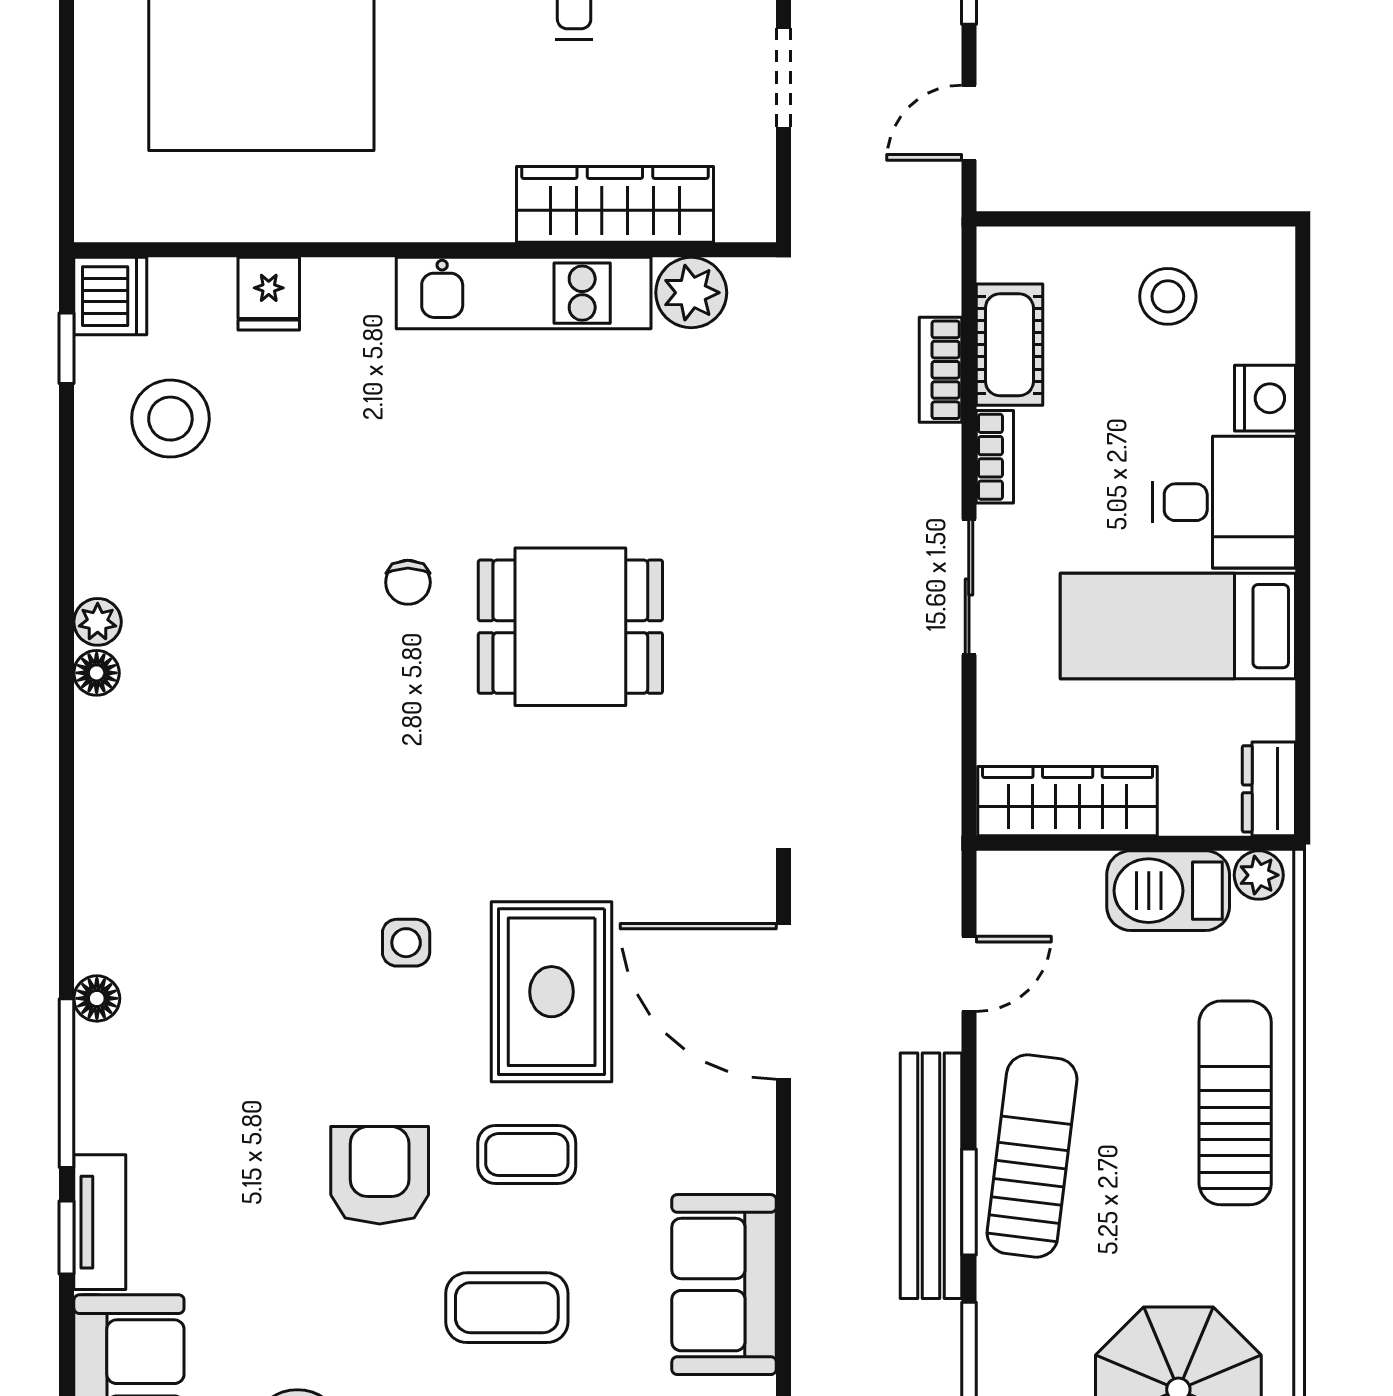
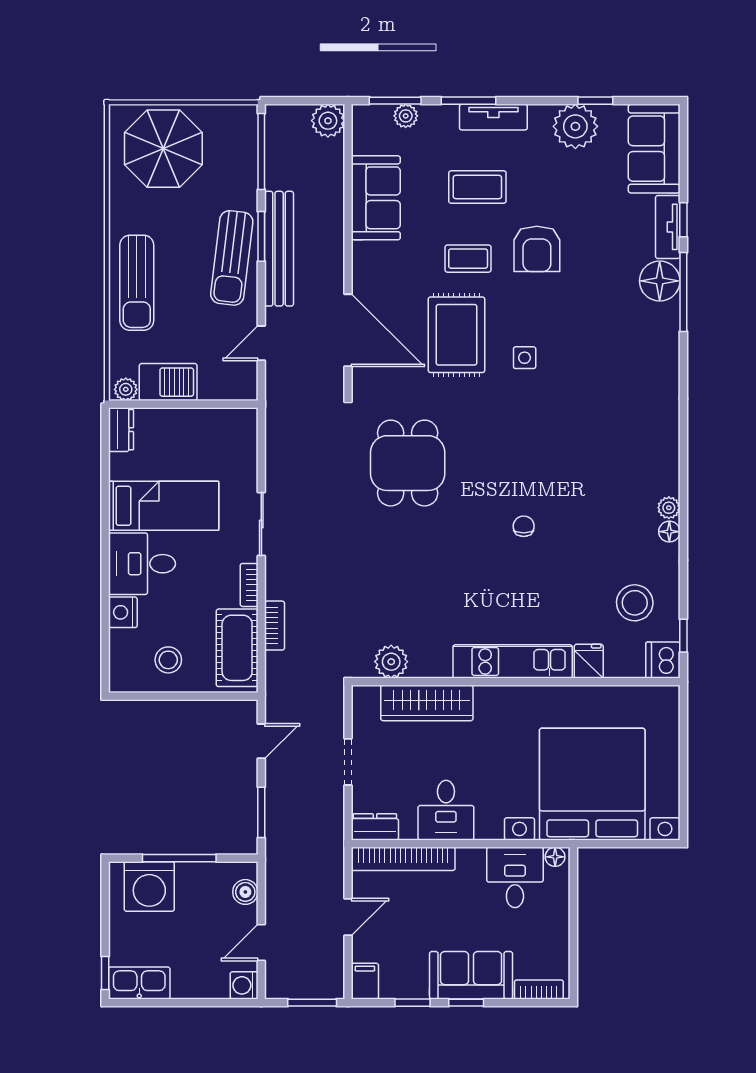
kitchen unit: (524, 293) -> (513, 661), moved
cot: (1009, 345) -> (237, 648), width x1.37, depth x1.34
dining table: (570, 627) -> (408, 463), moved, turned 90
floor lamp: (97, 673) -> (669, 532), moved
wardrobe: (1068, 801) -> (215, 424), removed
floor lamp: (97, 998) -> (660, 281), moved, width x1.89, depth x1.89

